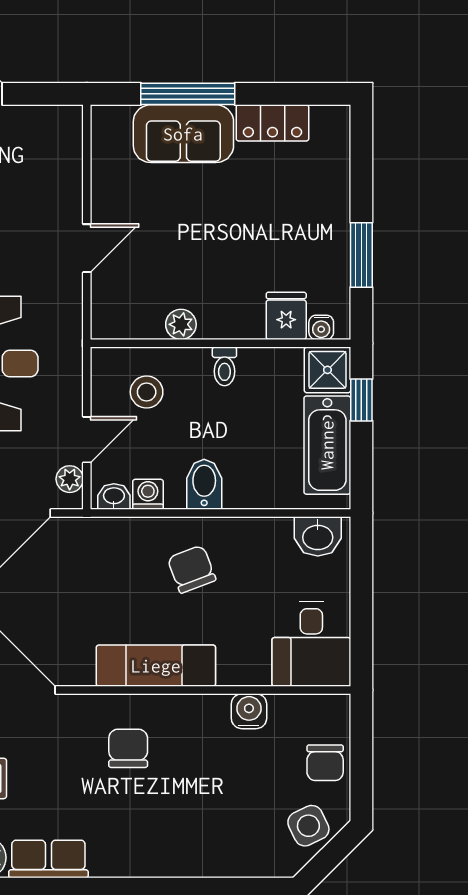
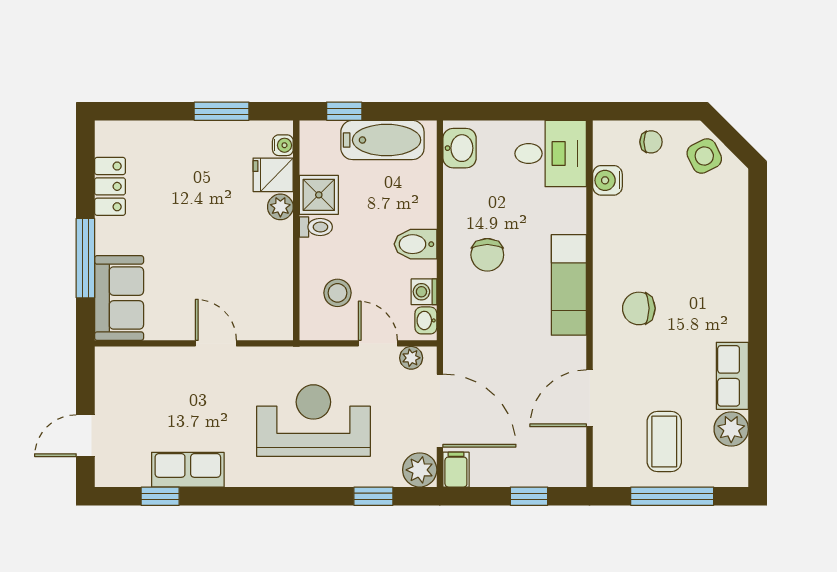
sofa: (183, 134) -> (119, 298), moved
plant: (181, 324) -> (280, 207), moved
shower: (327, 370) -> (319, 195), moved
chair: (192, 569) -> (487, 255), turned -69
water cooler: (249, 711) -> (607, 180), moved
chair: (325, 763) -> (651, 142), width x0.73, depth x0.73

